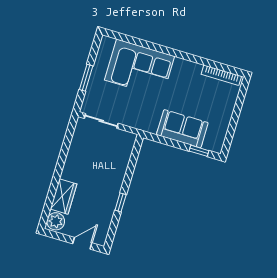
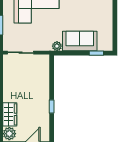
plant: (151, 127) -> (57, 46), added

